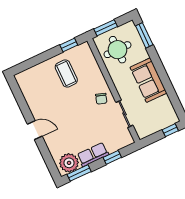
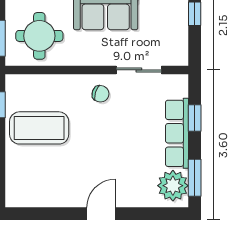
coffee table: (66, 74) -> (39, 128), width x1.36, depth x1.32
row of seats: (93, 154) -> (177, 133), width x1.48

